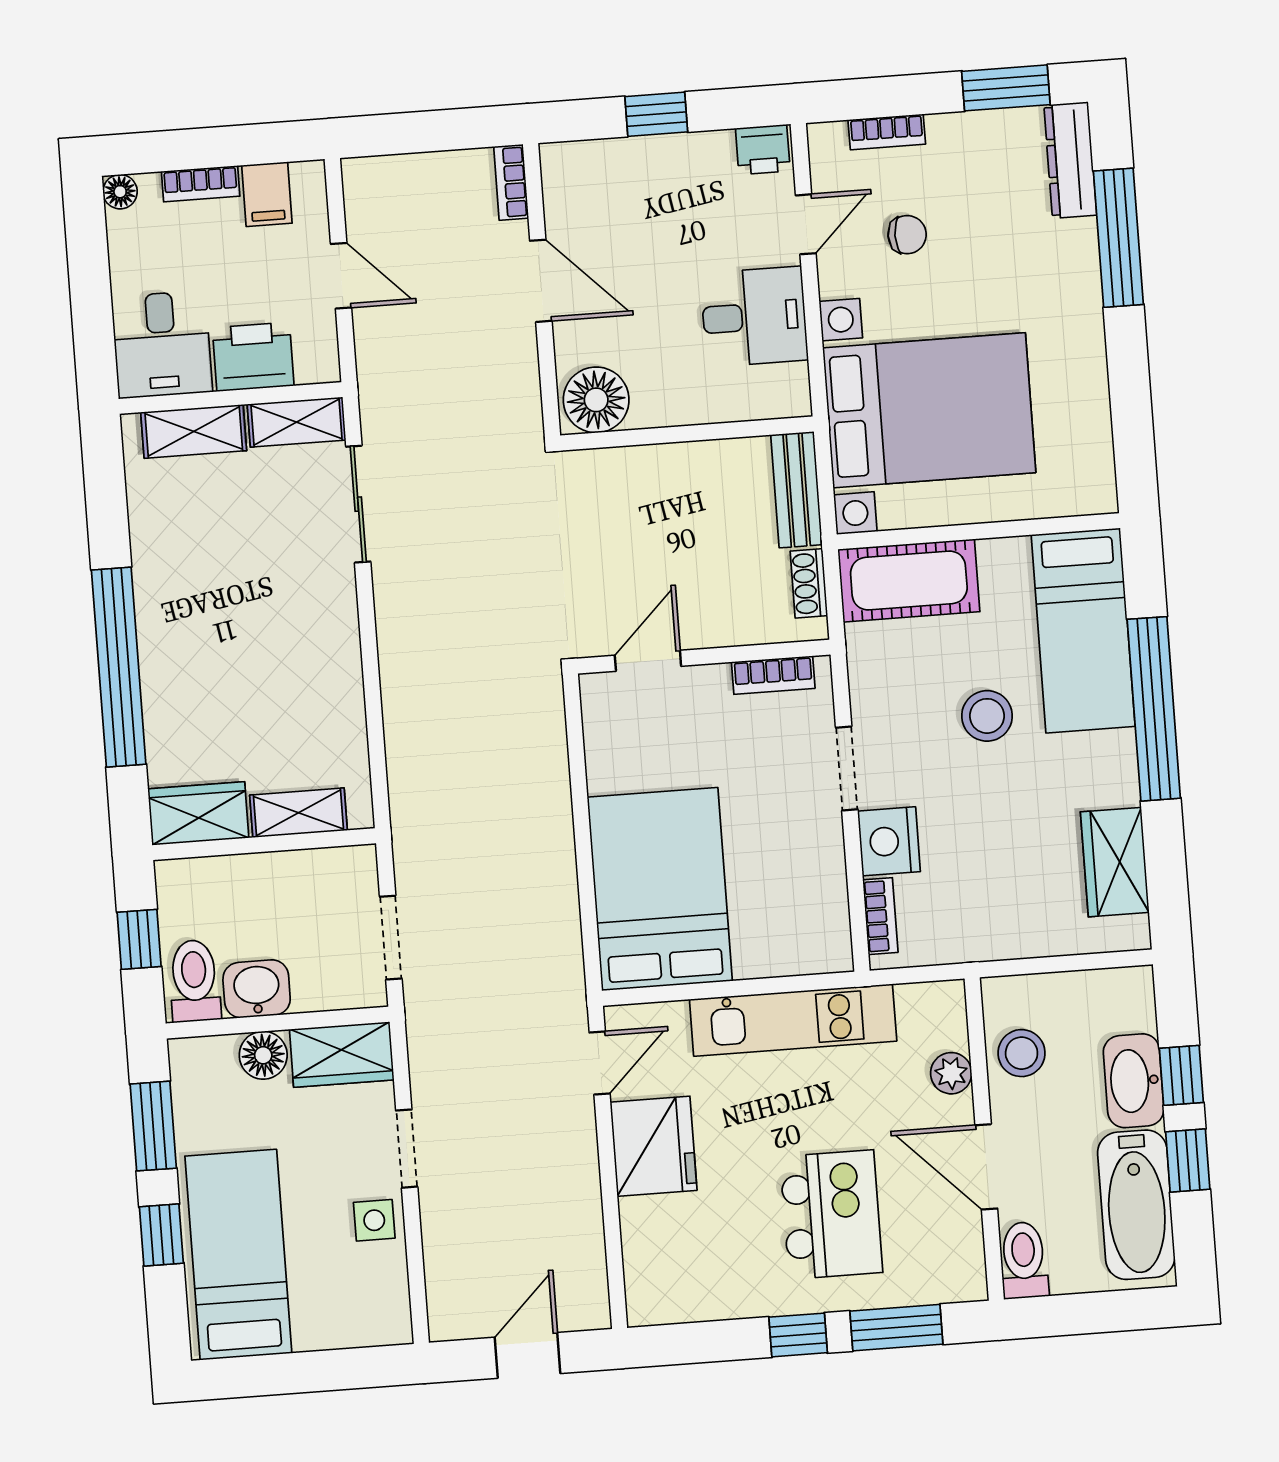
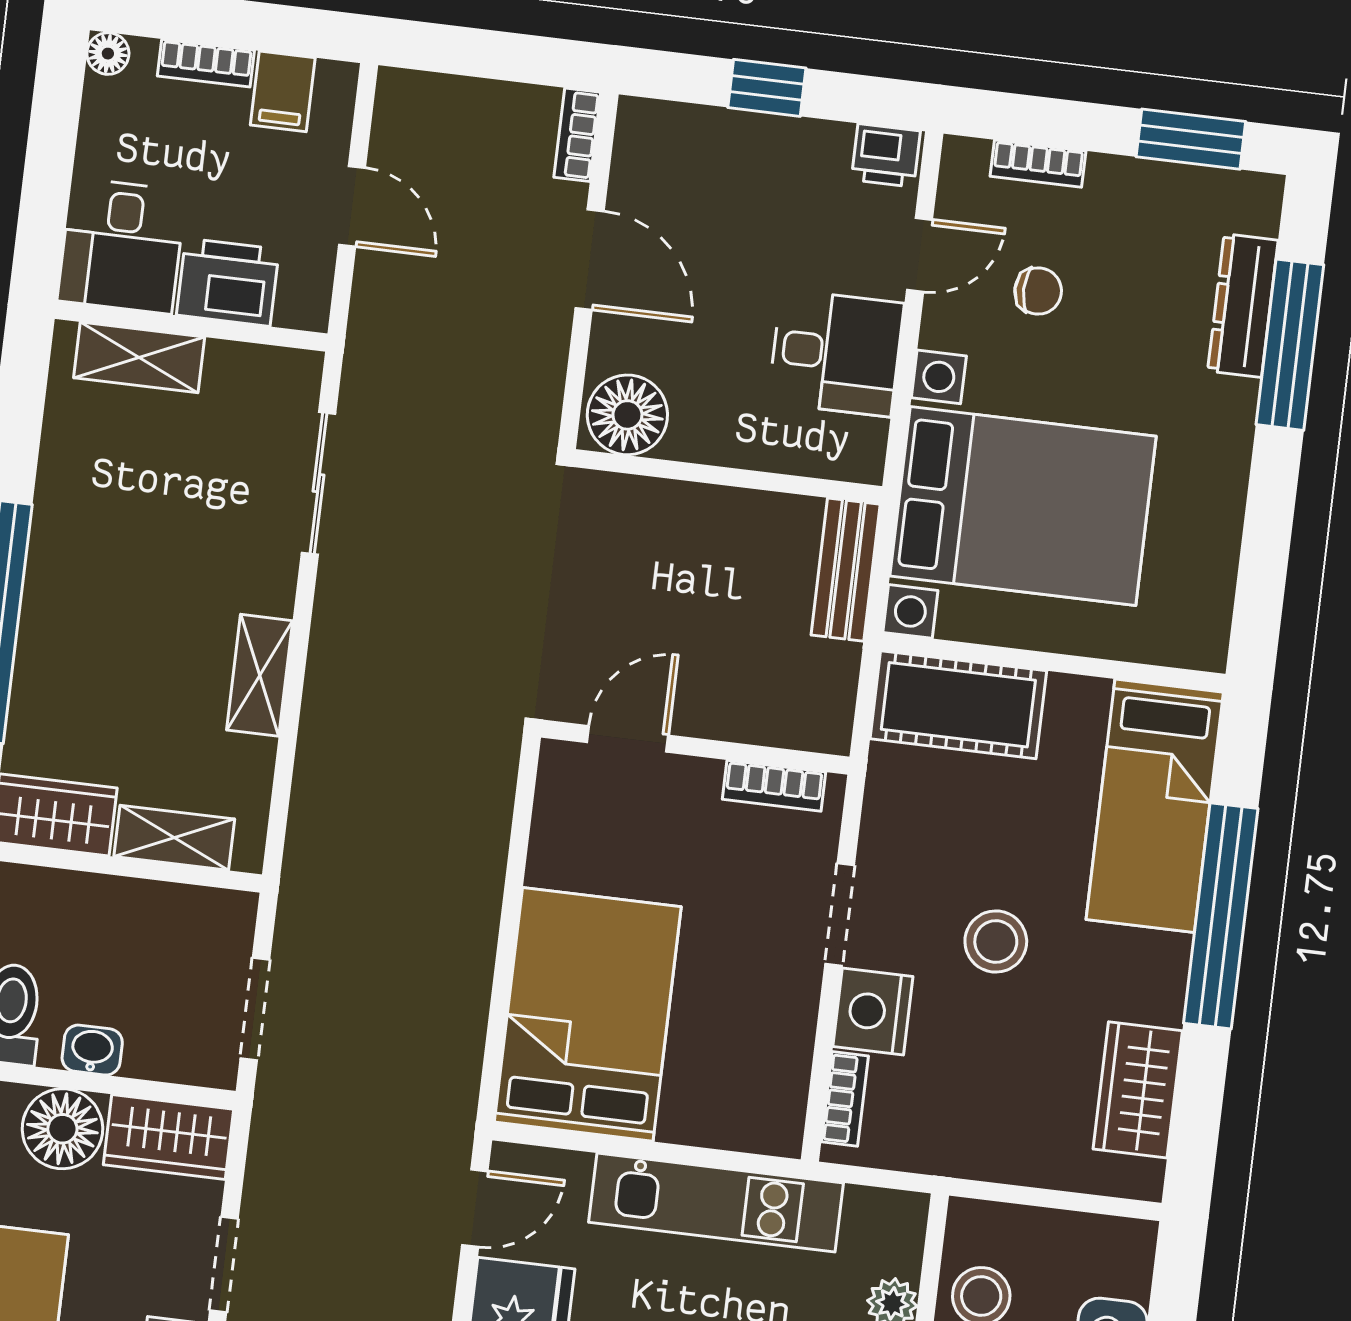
dresser: (1070, 160) -> (1243, 306), moved
shelving: (297, 422) -> (260, 675), moved, turned 90
shoe rack: (809, 583) -> (838, 685), removed
stool: (987, 716) -> (996, 942), moved
washbasin: (257, 989) -> (92, 1050), width x0.72, depth x0.69
floor lamp: (263, 1055) -> (62, 1129), width x1.38, depth x1.38

